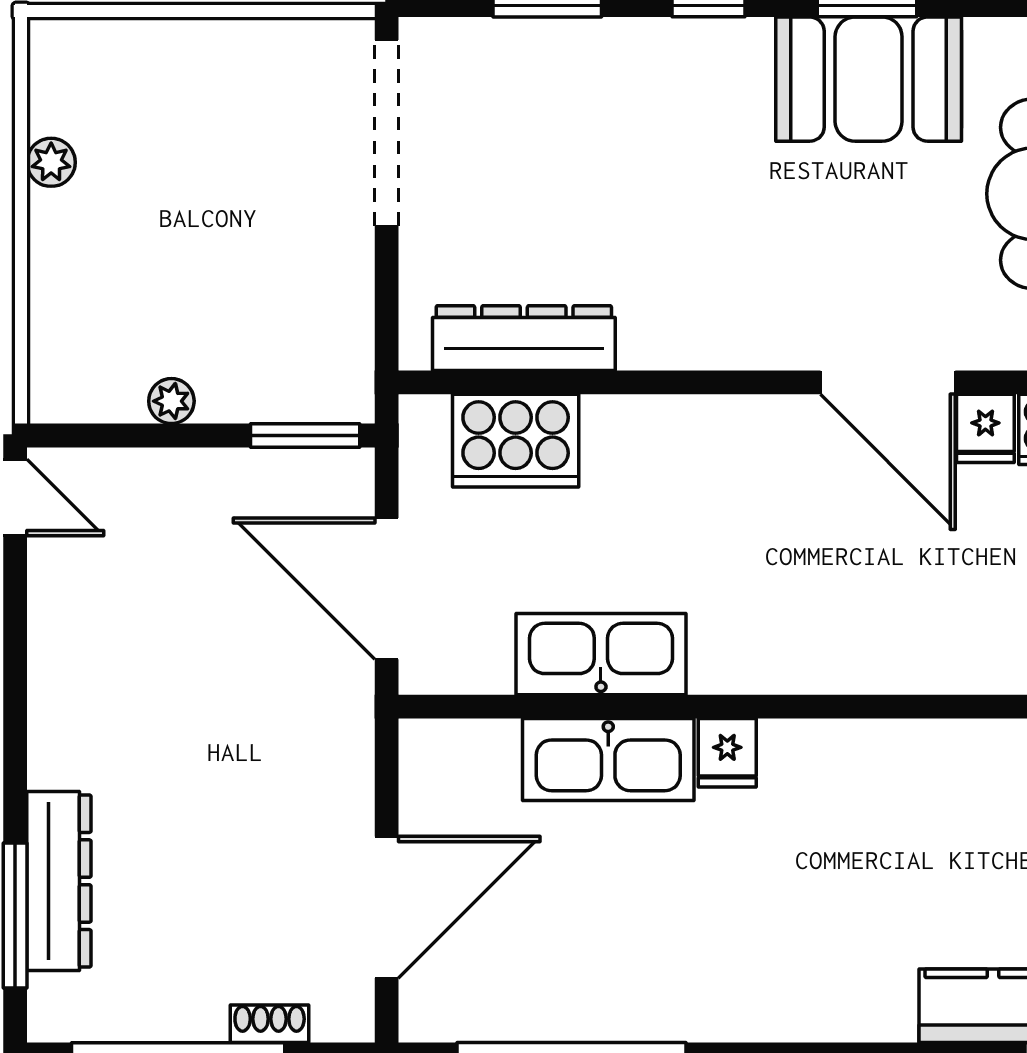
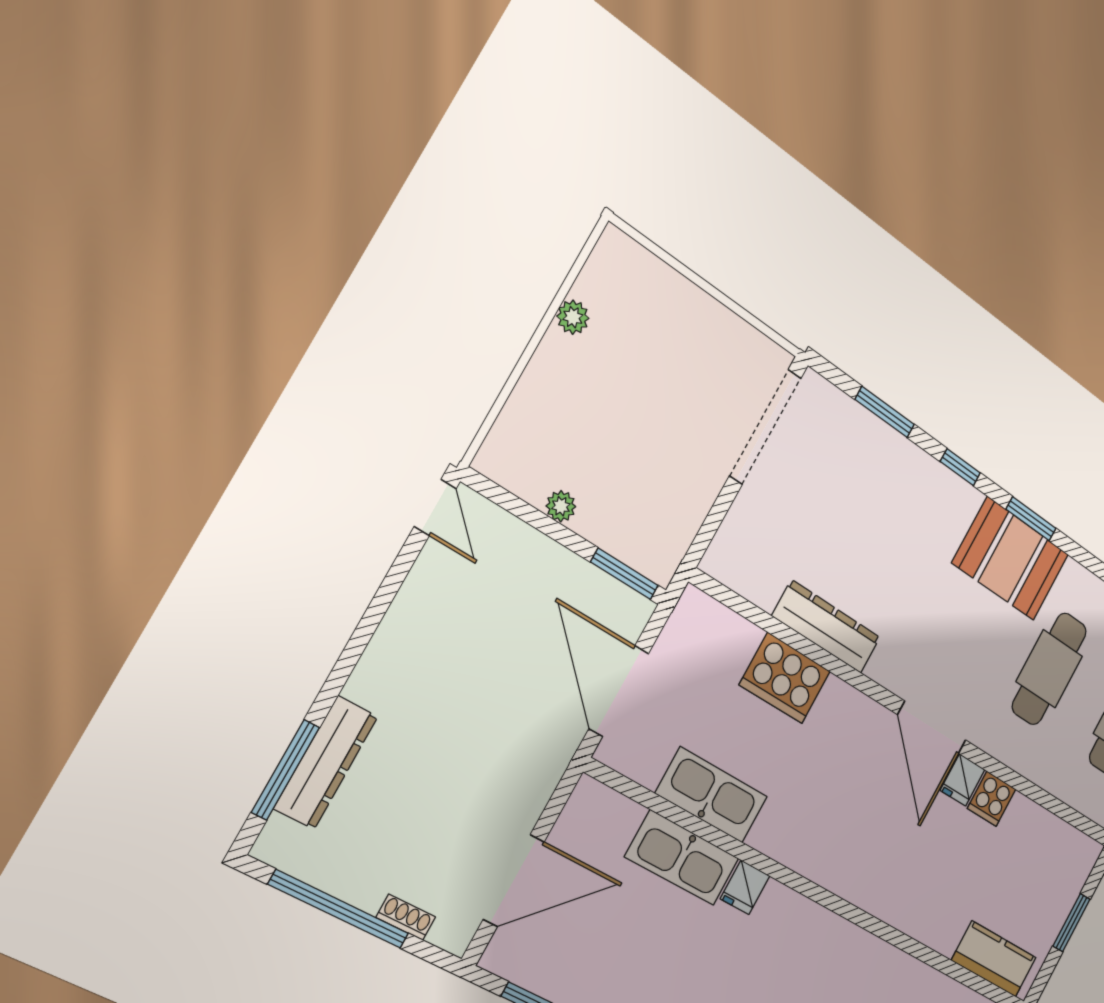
dresser: (524, 338) -> (826, 627), moved
cooker: (516, 441) -> (785, 678), moved

